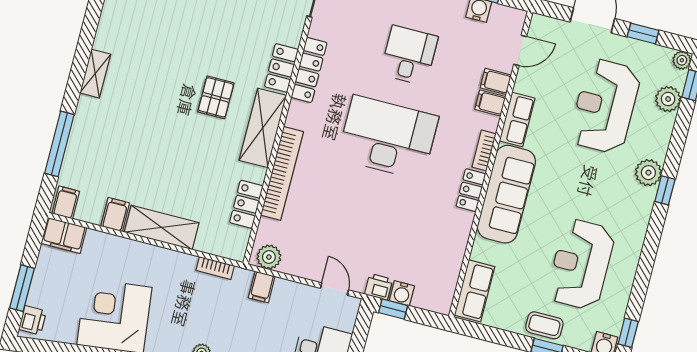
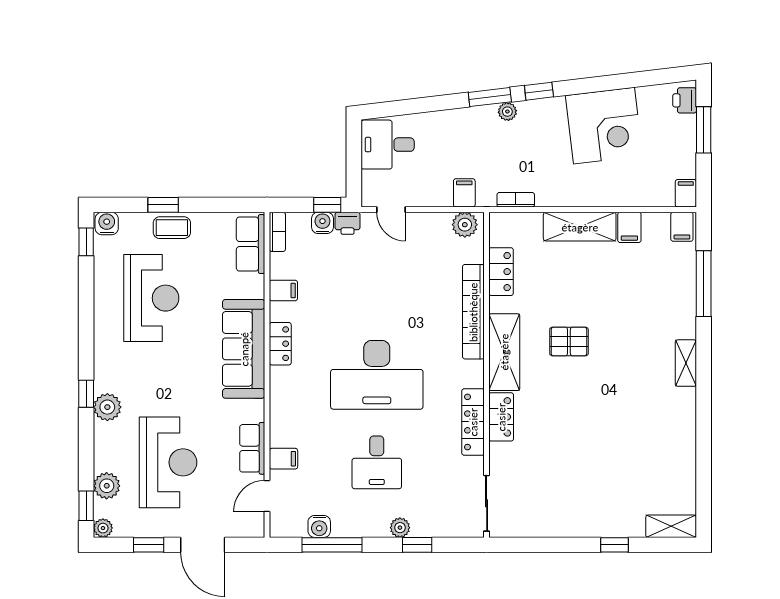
pallet: (216, 97) -> (569, 342), moved, turned 90
filing cabinet: (490, 103) -> (283, 290), moved
row of seats: (517, 120) -> (252, 448), moved
bookcase: (484, 150) -> (277, 232), moved
filing cabinet: (64, 235) -> (686, 193), width x0.50

